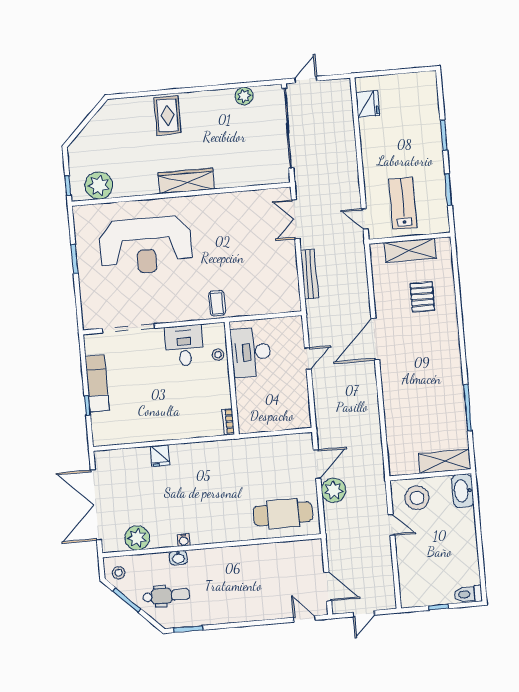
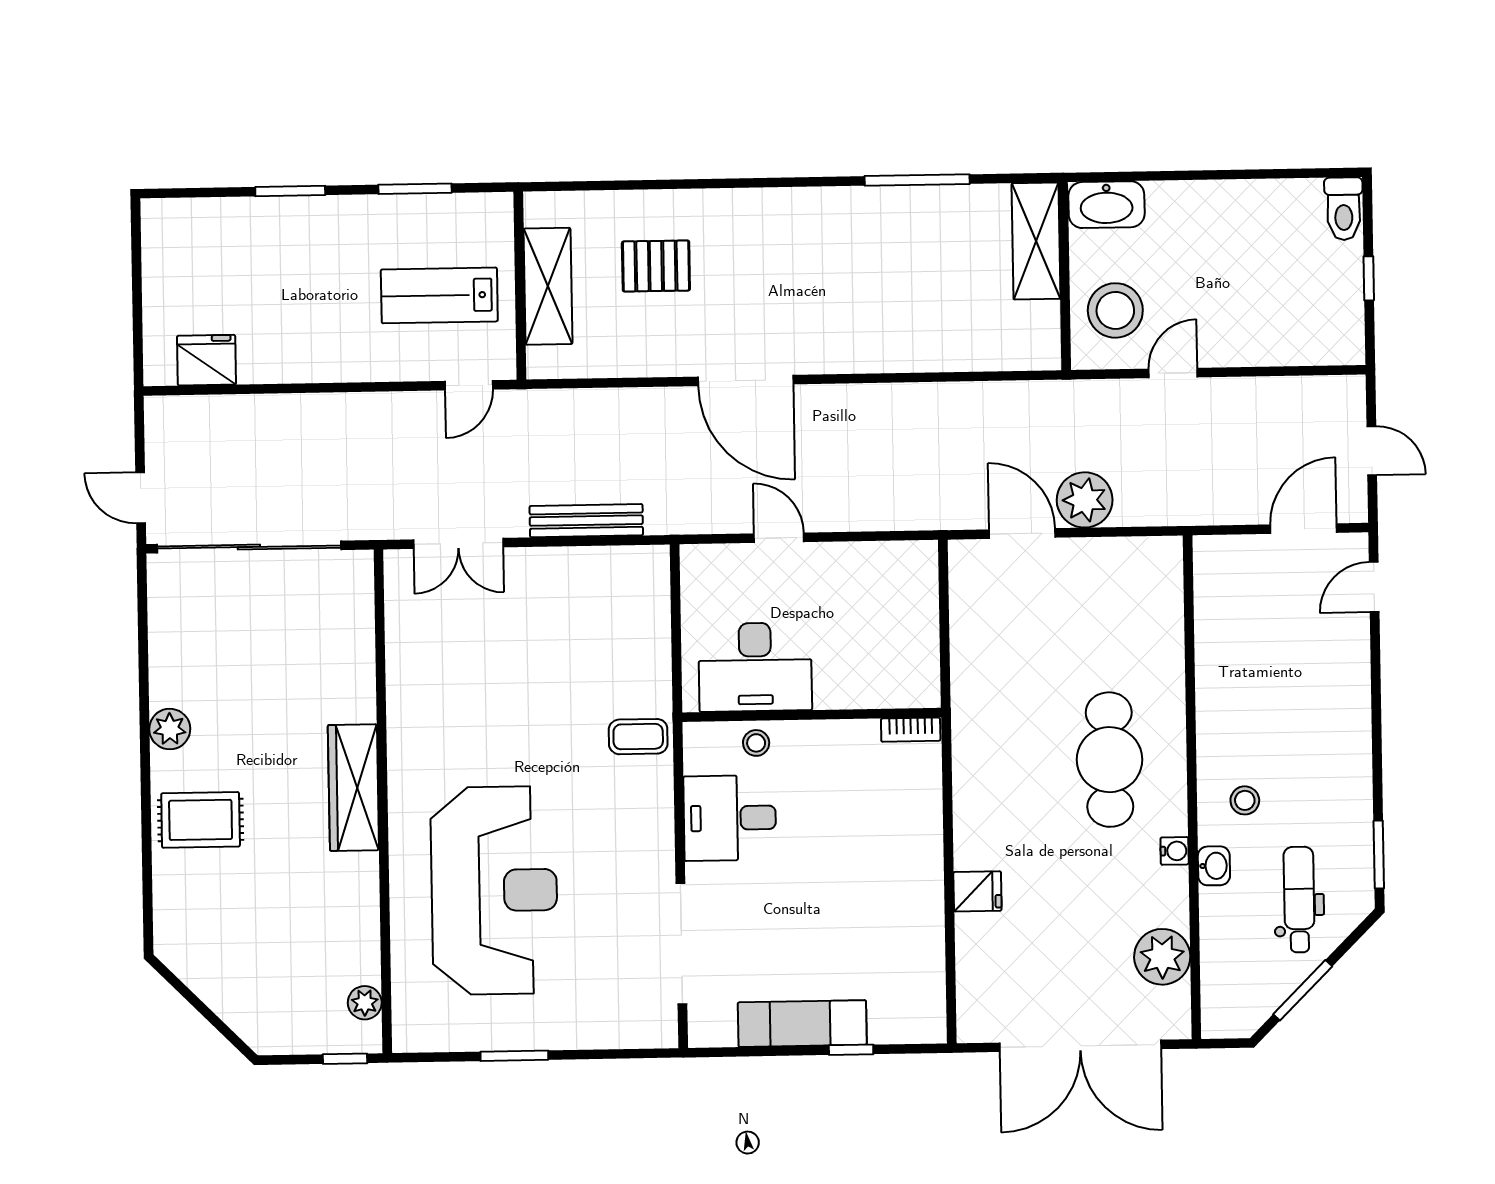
plant: (244, 96) -> (170, 729), moved
plant: (99, 185) -> (365, 1003), width x0.53, depth x0.53
cafe table: (283, 514) -> (1110, 760), moved
stool: (119, 573) -> (1245, 800), moved

